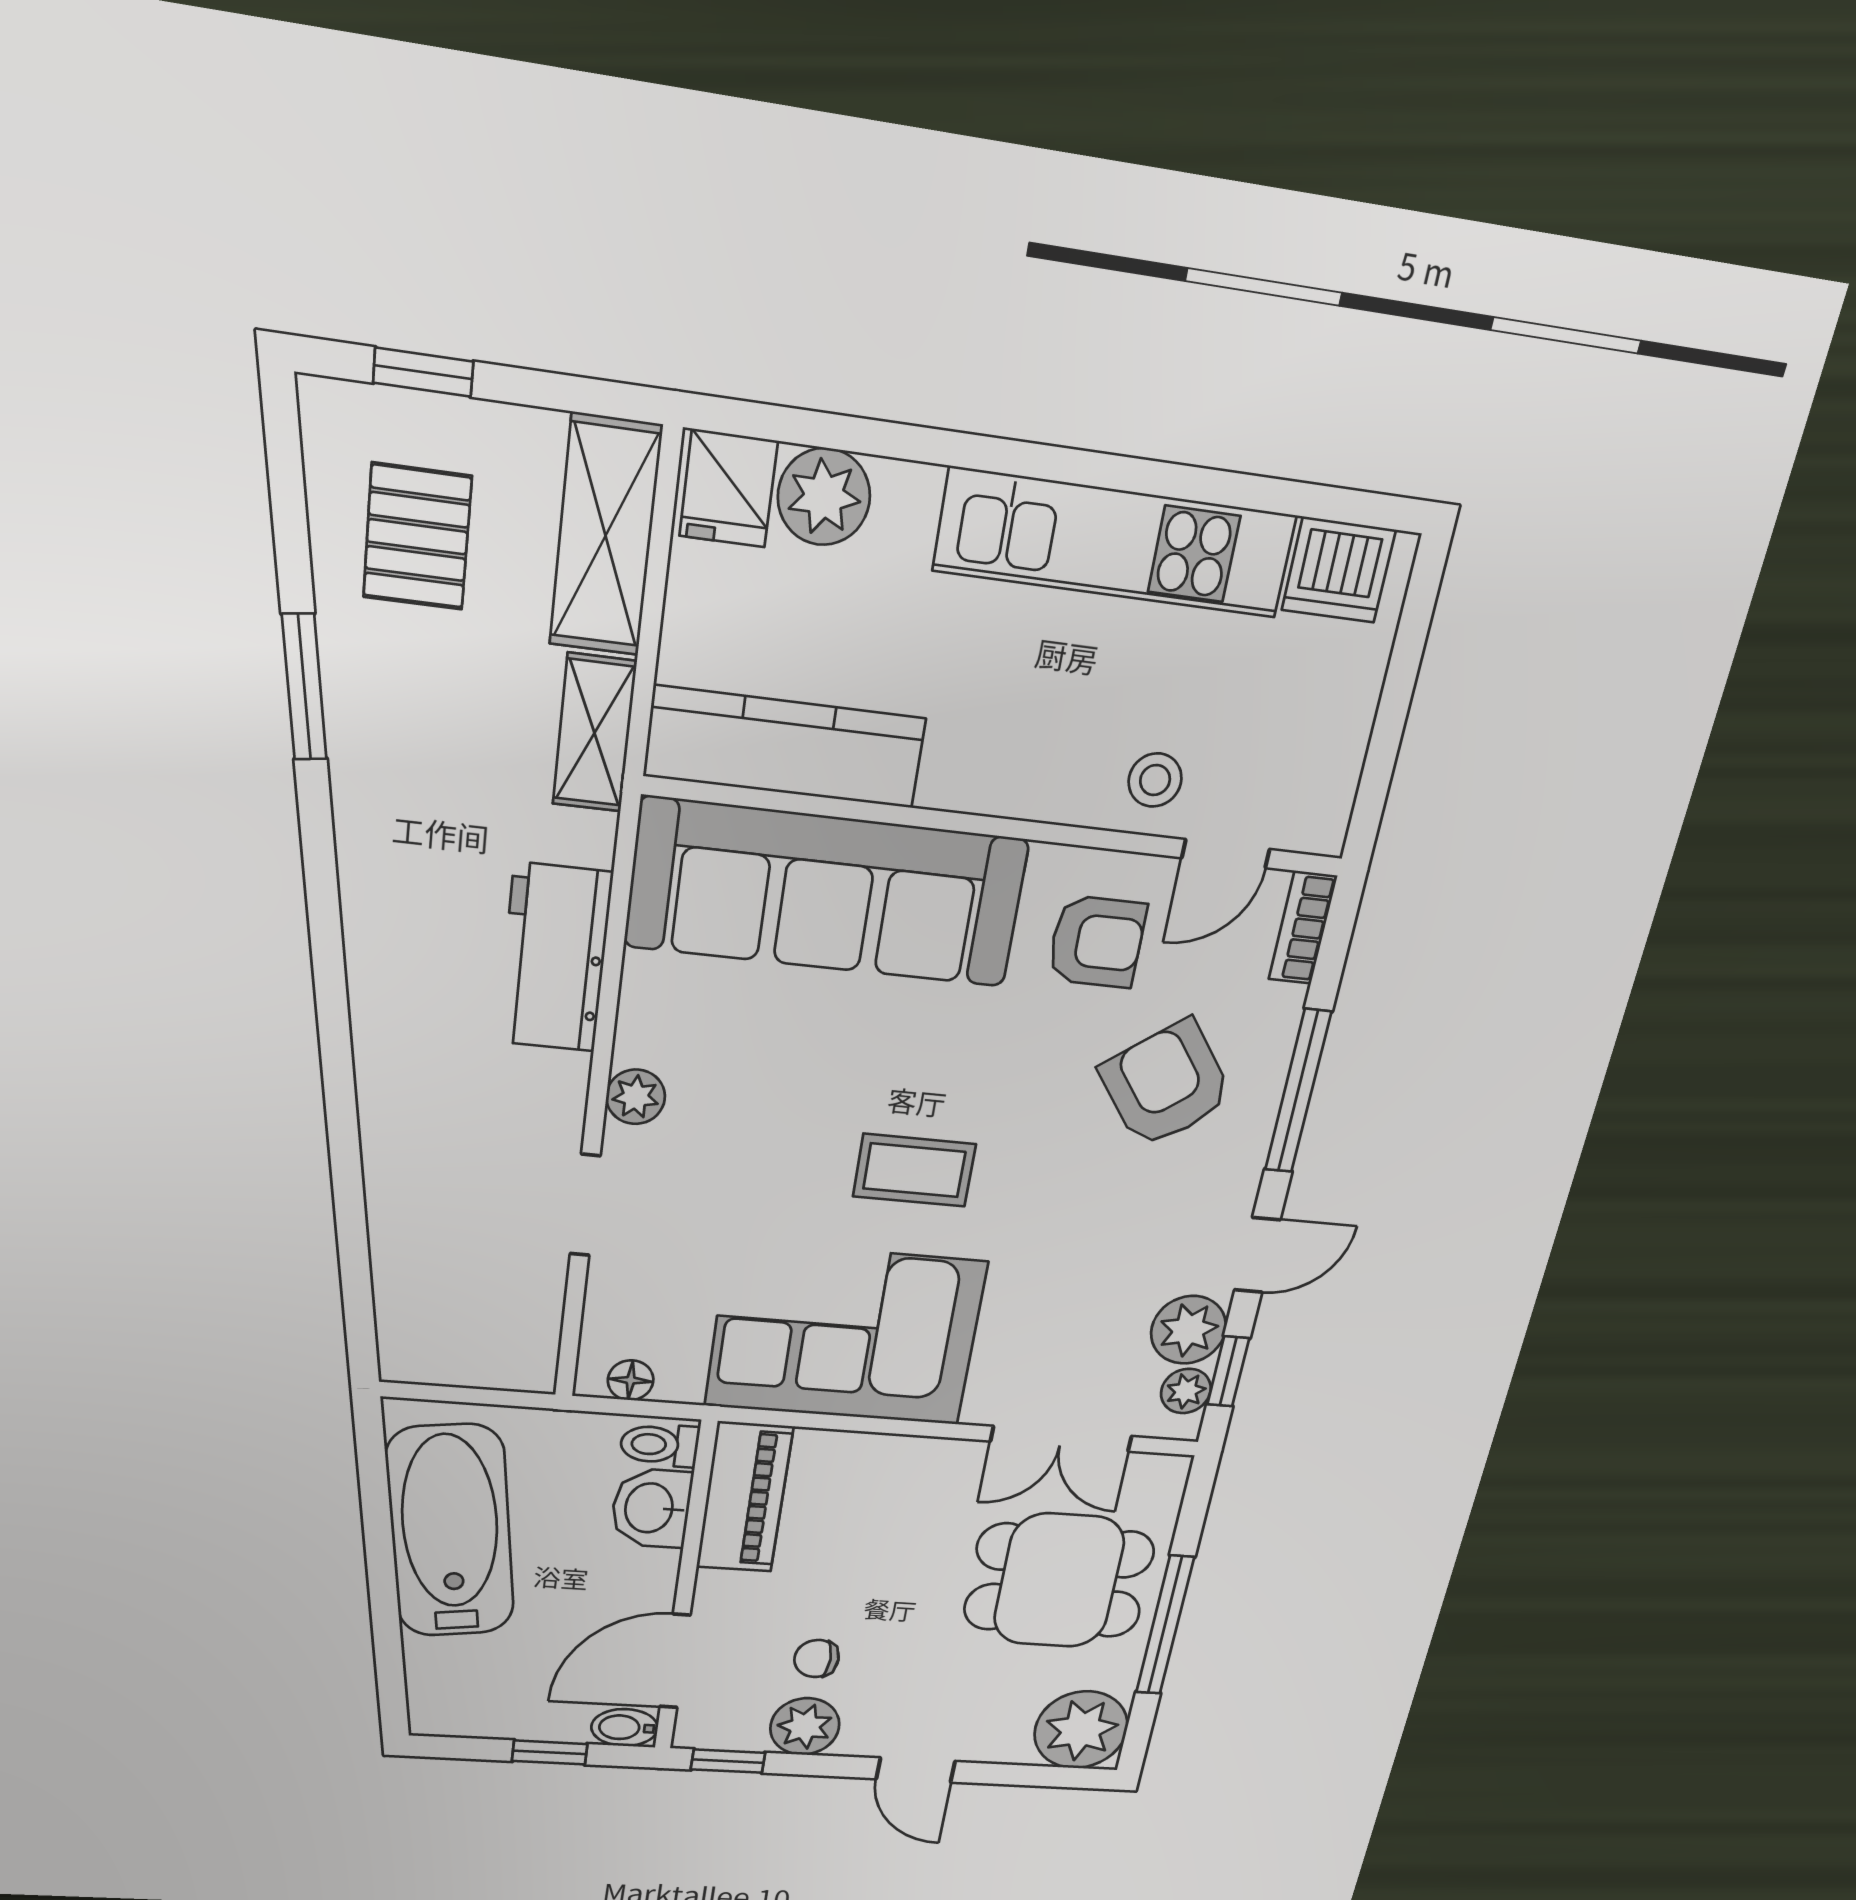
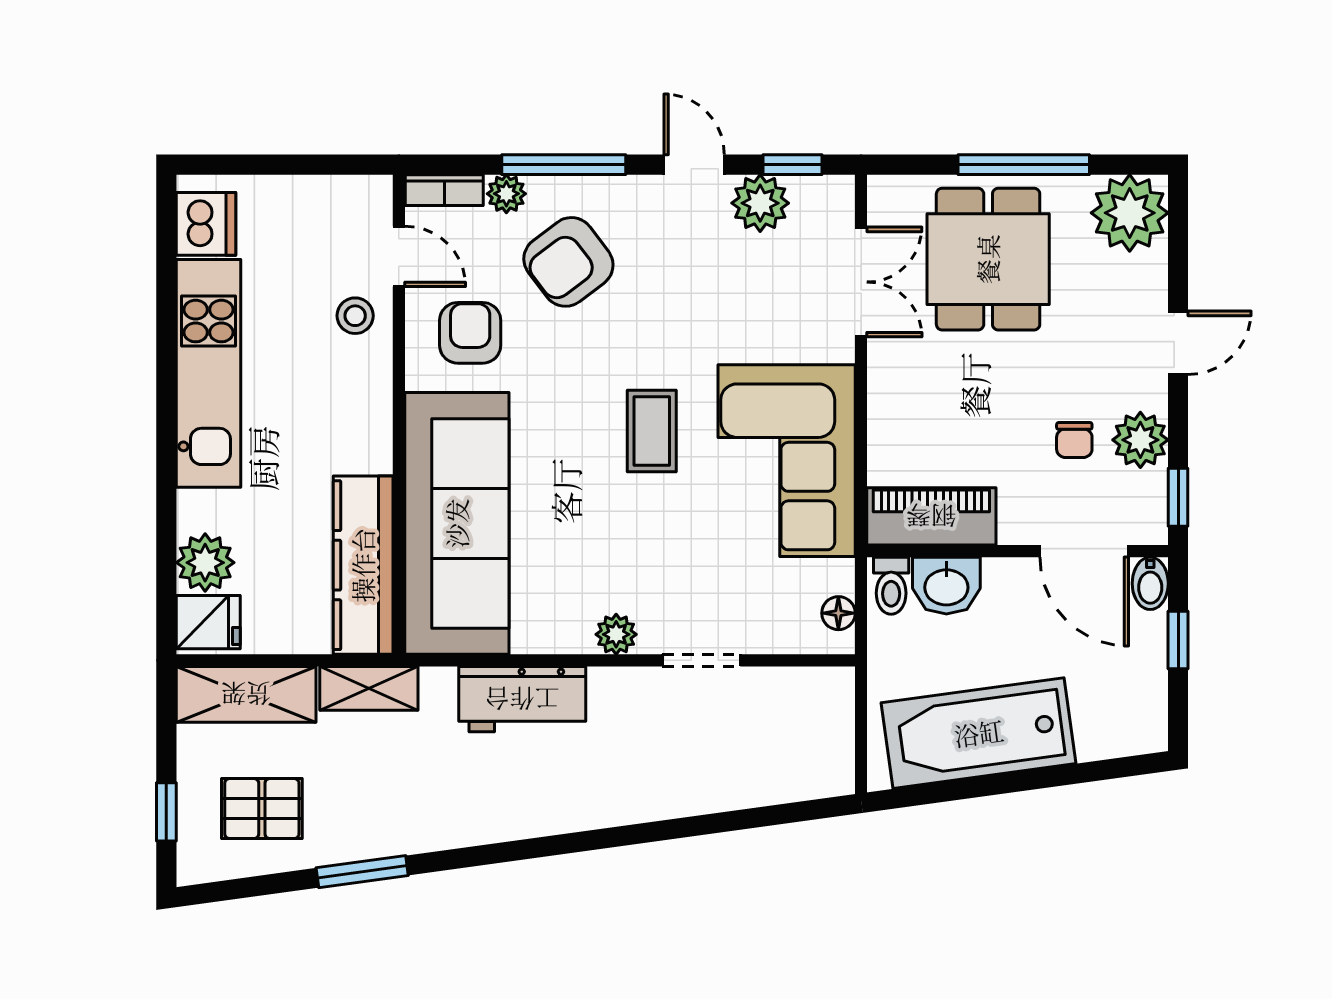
plant: (1186, 1391) -> (506, 194), moved

